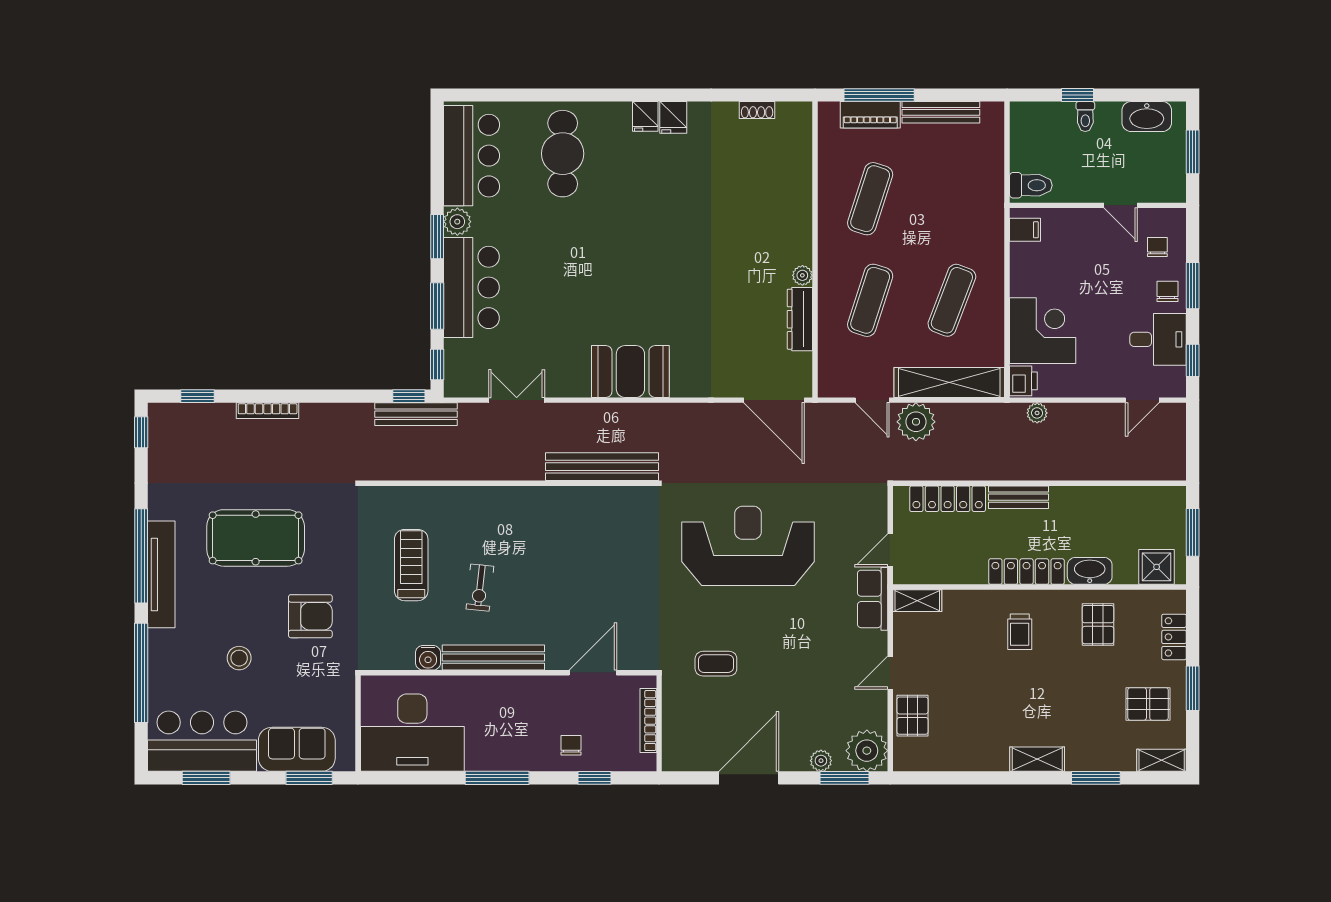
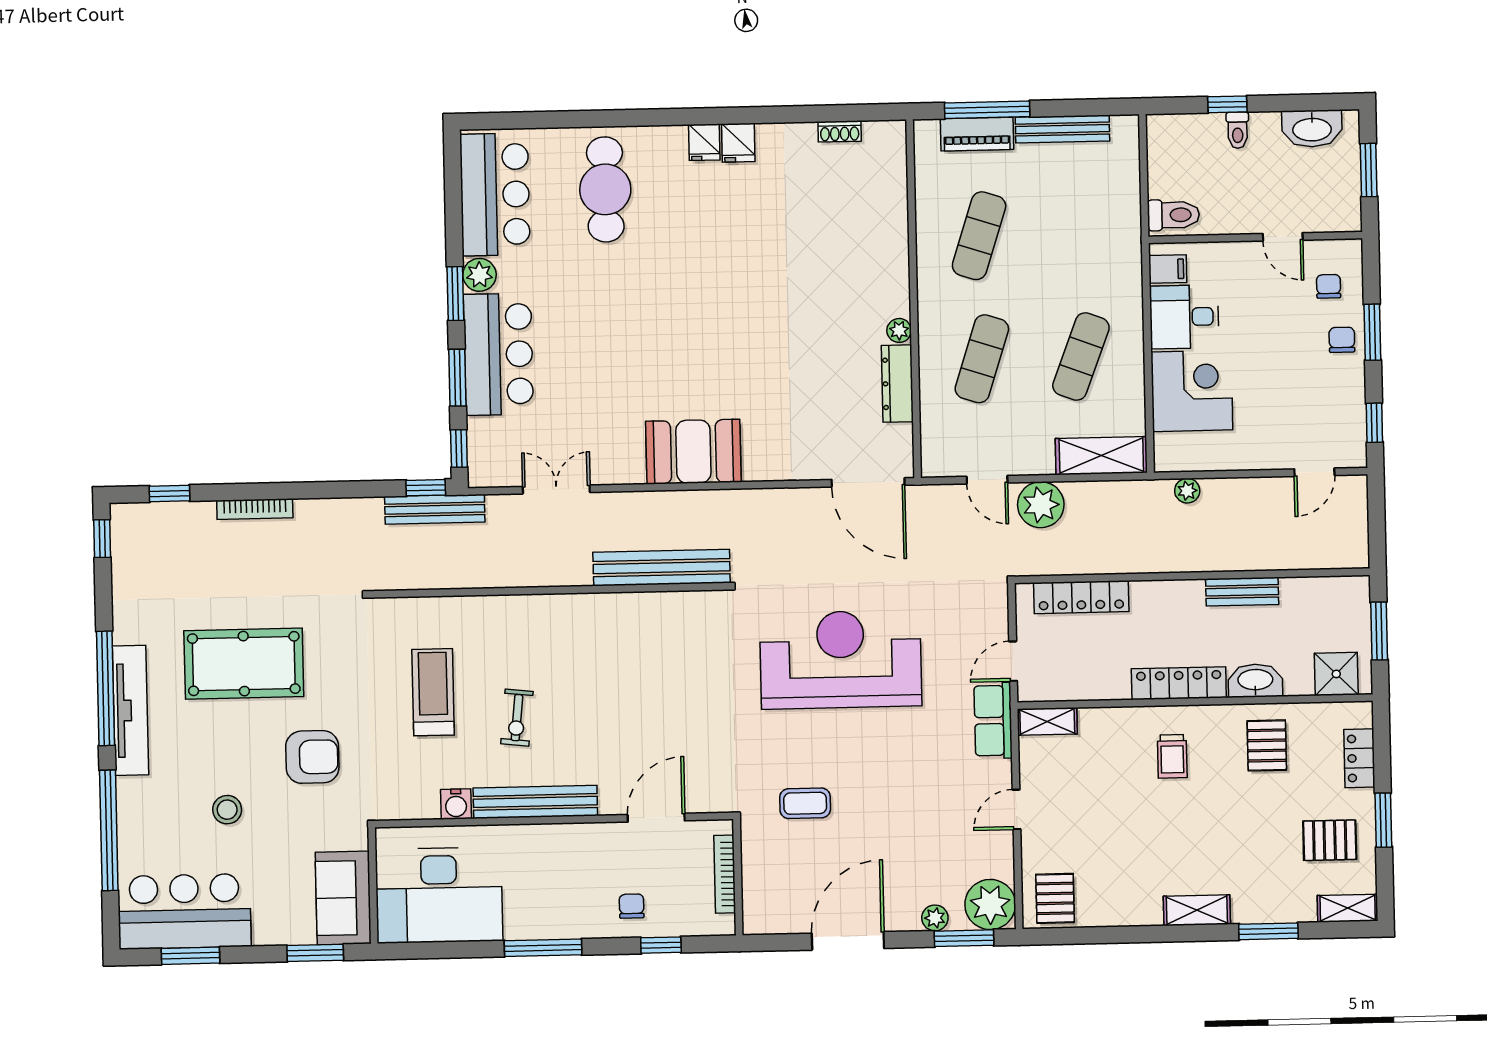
desk: (1158, 339) -> (1184, 317), moved, turned 180
printer: (1023, 381) -> (1170, 452), removed
shelving: (949, 382) -> (1101, 456), width x0.68
bench: (1018, 497) -> (1242, 592), moved
pallet: (913, 716) -> (1055, 898), moved
sofa: (297, 749) -> (343, 898), moved, turned -90

